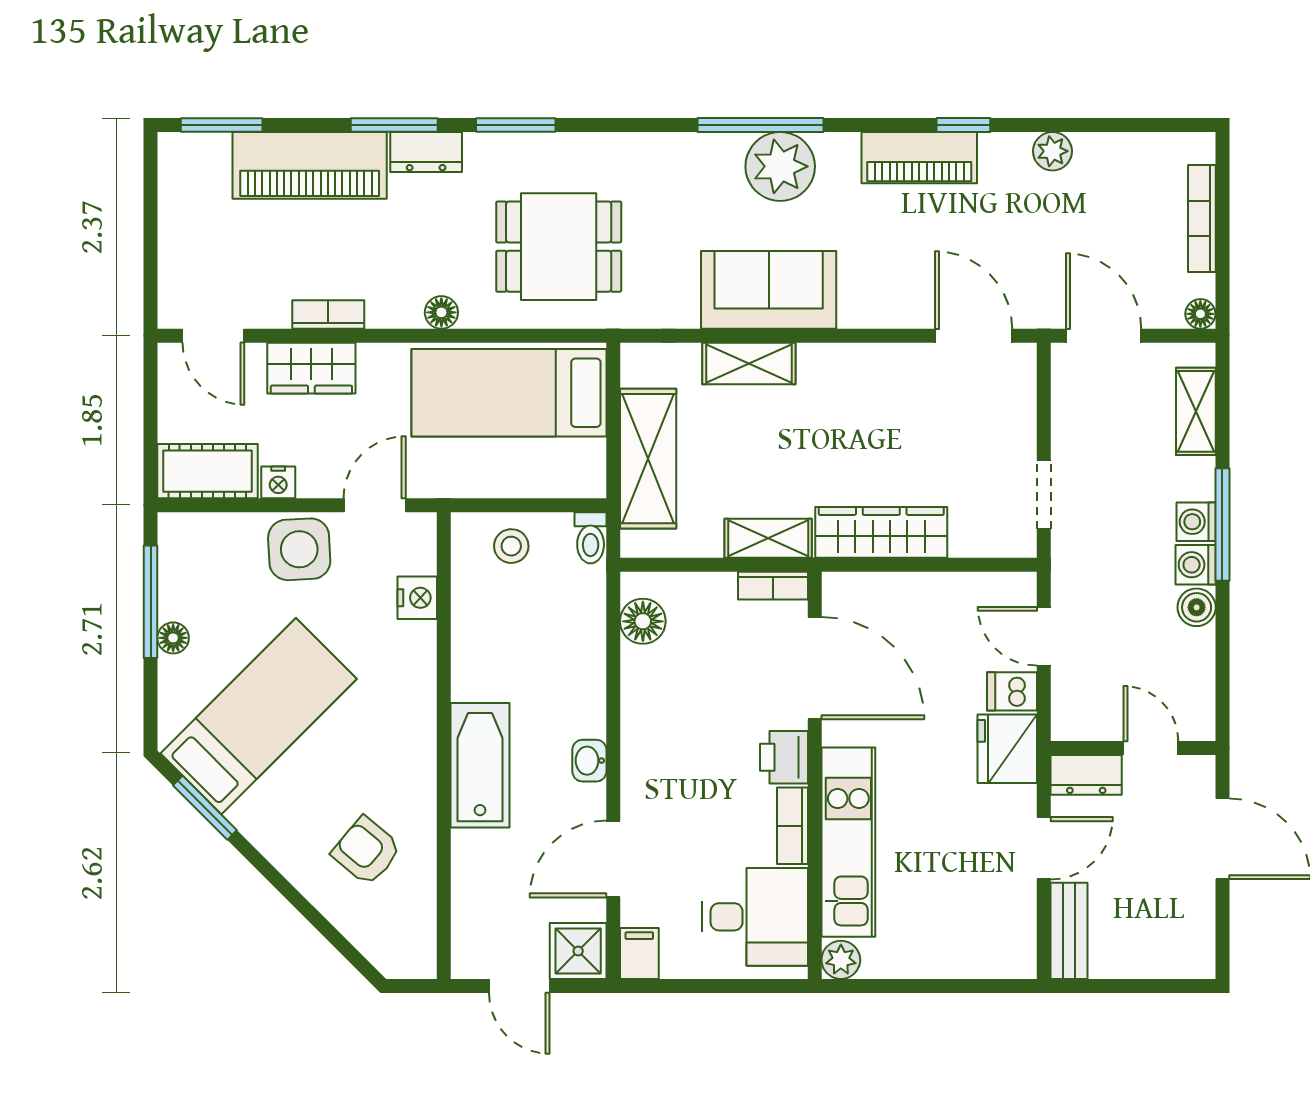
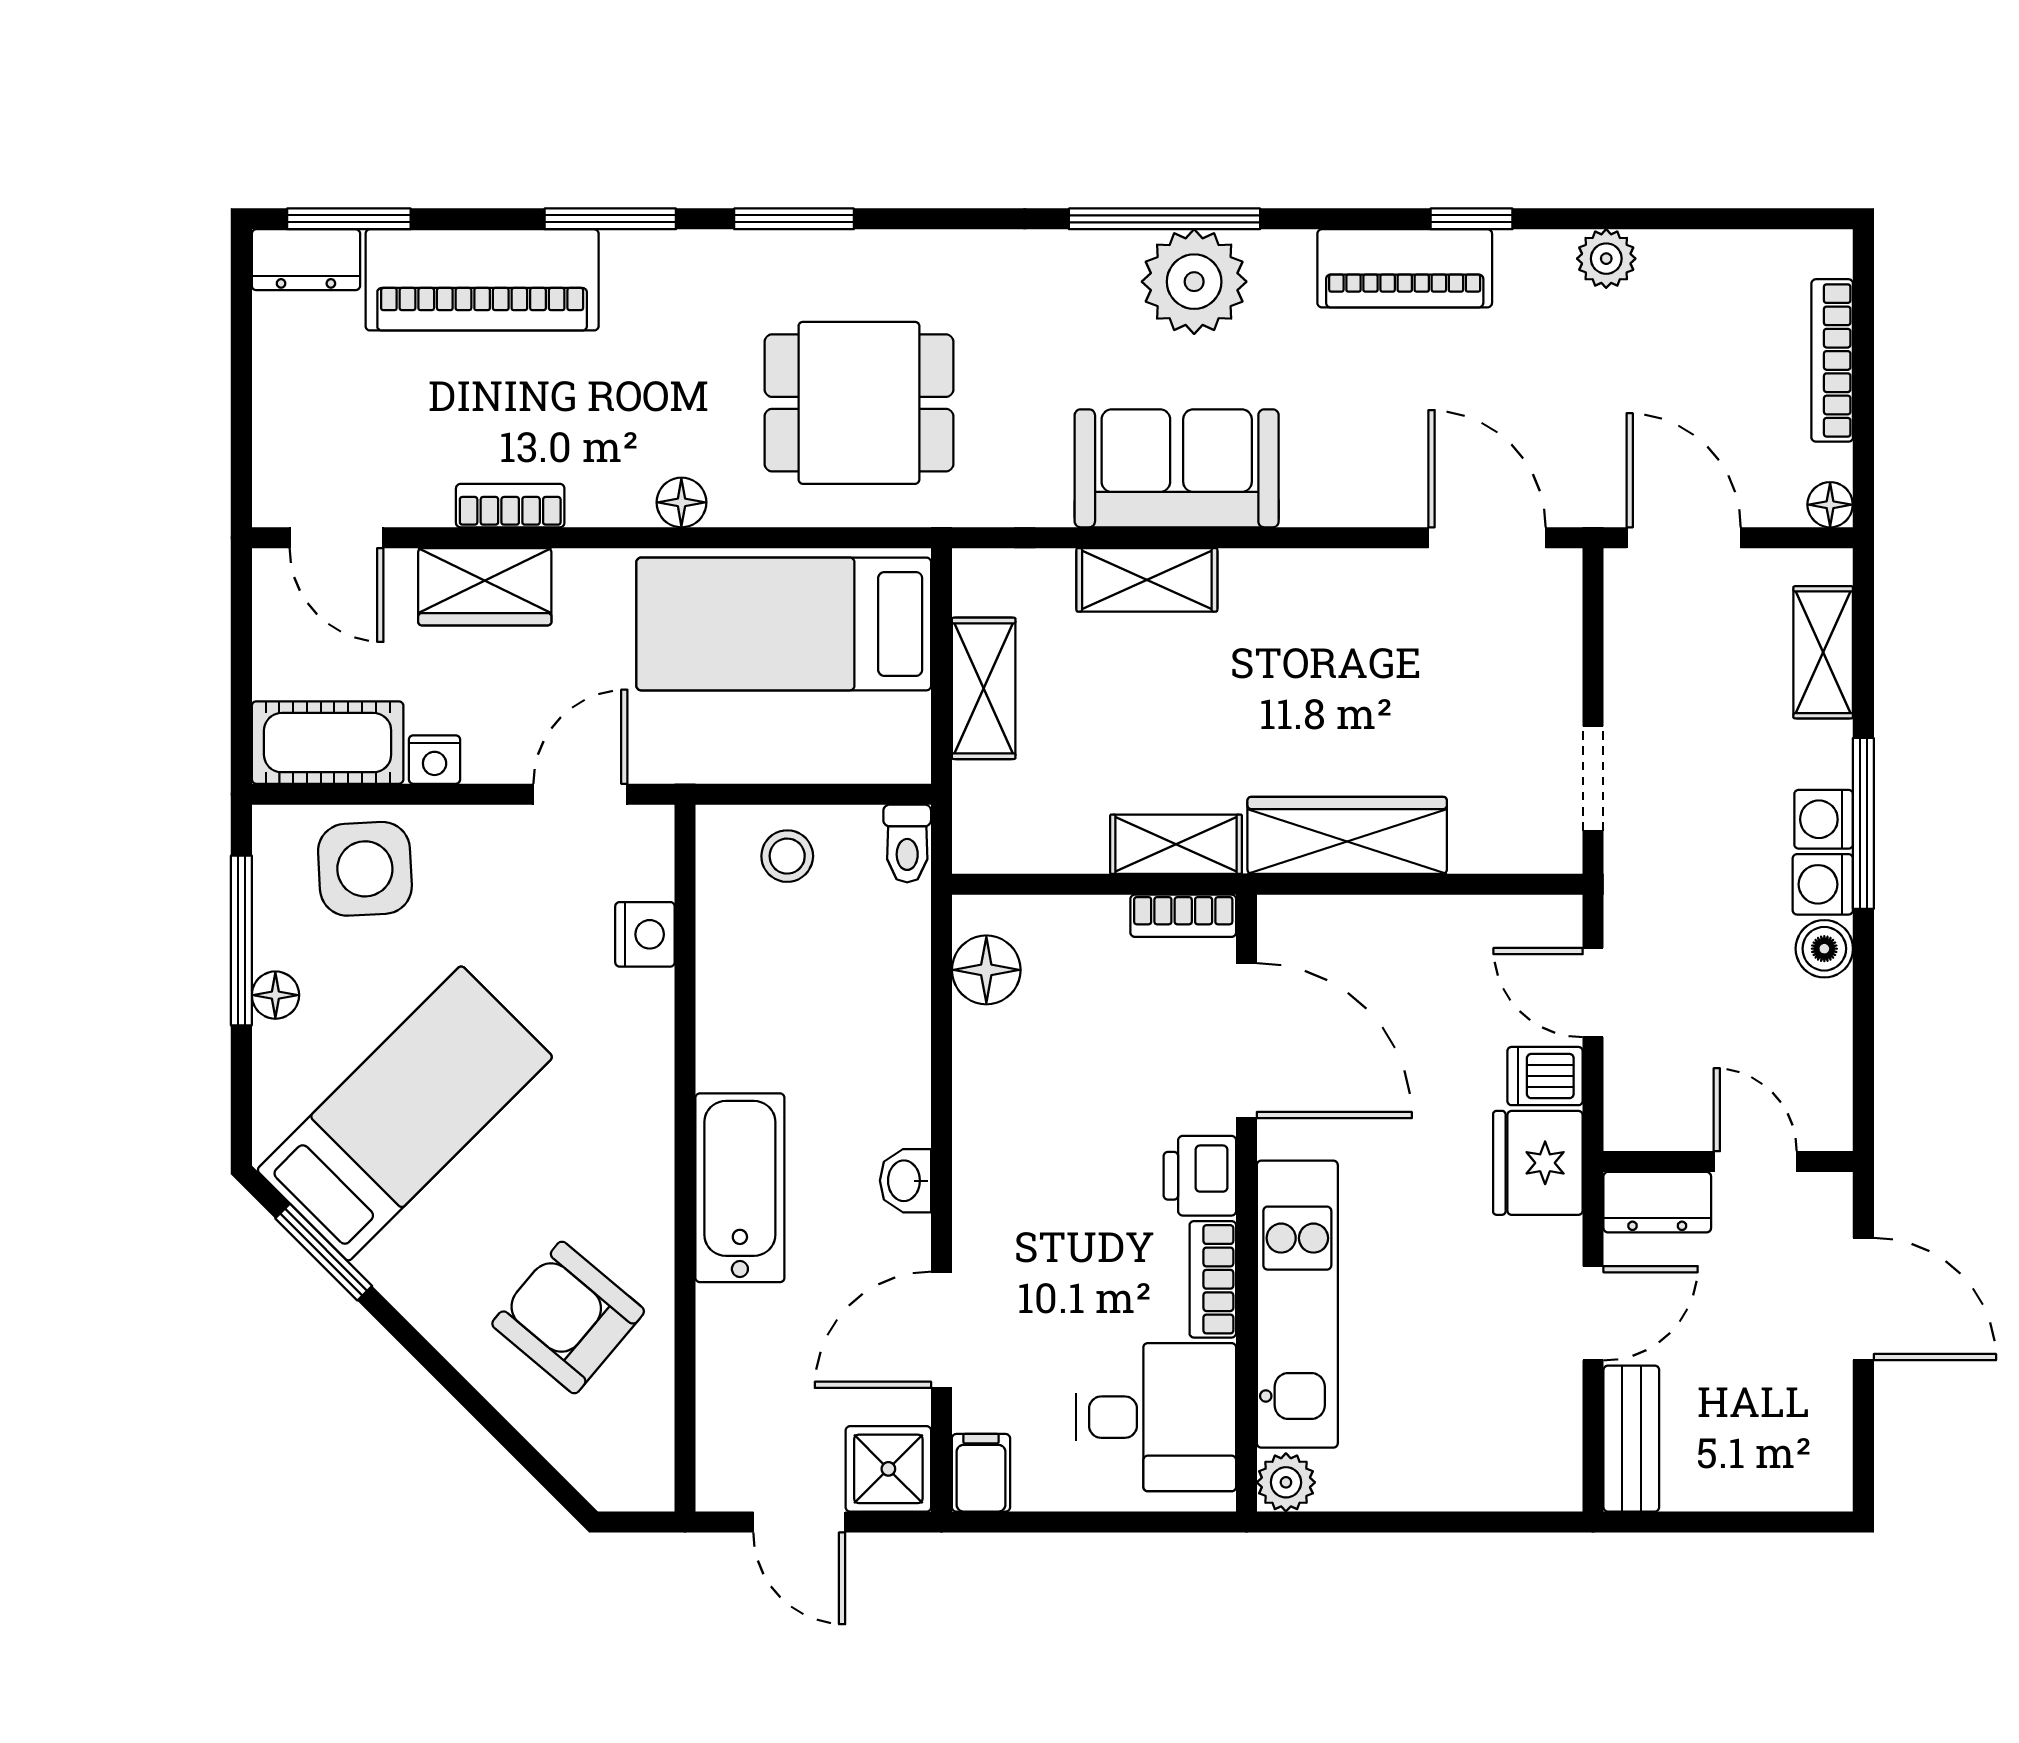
dresser: (426, 152) -> (306, 260), moved
shelving: (648, 459) -> (984, 688), width x0.67, depth x0.75
side table: (299, 549) -> (365, 869), moved
armchair: (366, 851) -> (568, 1317), width x1.38, depth x1.38

